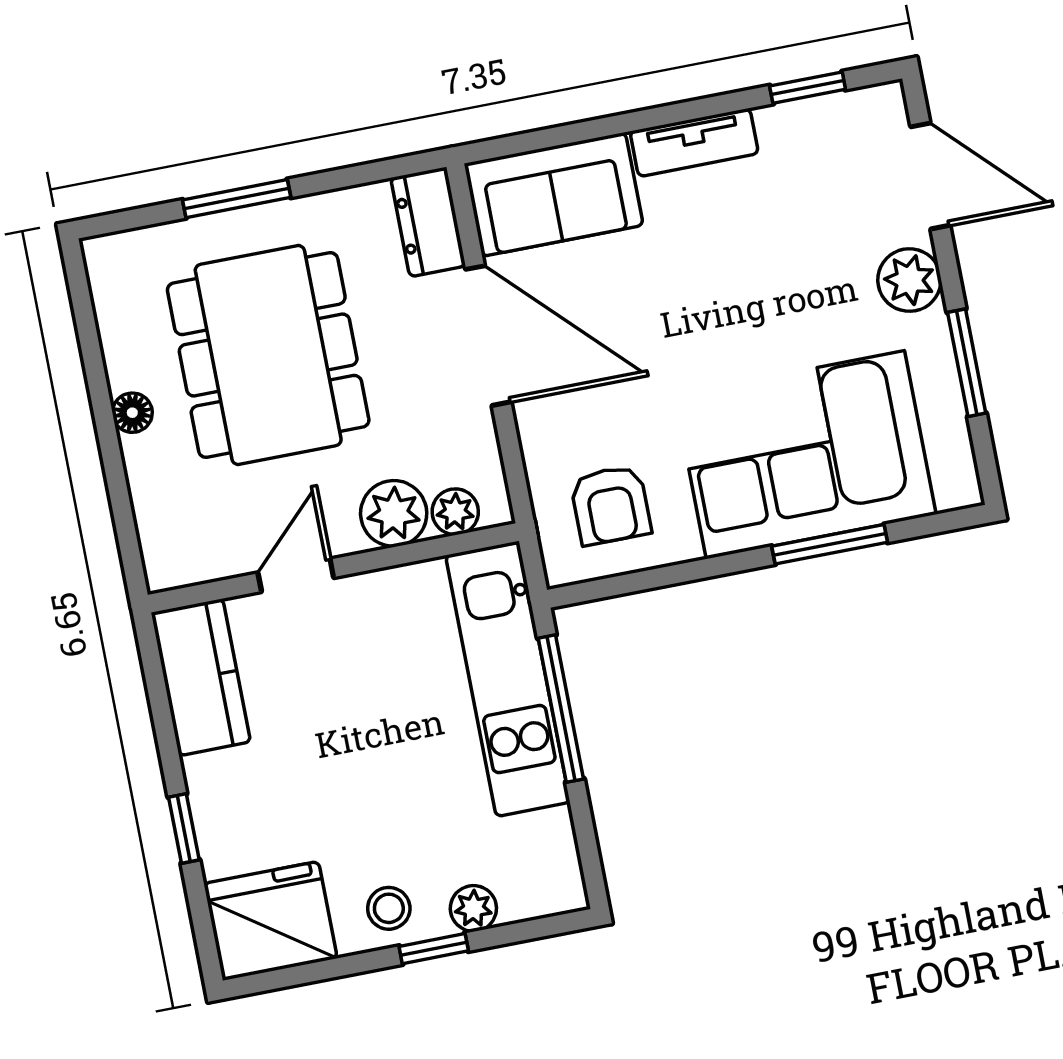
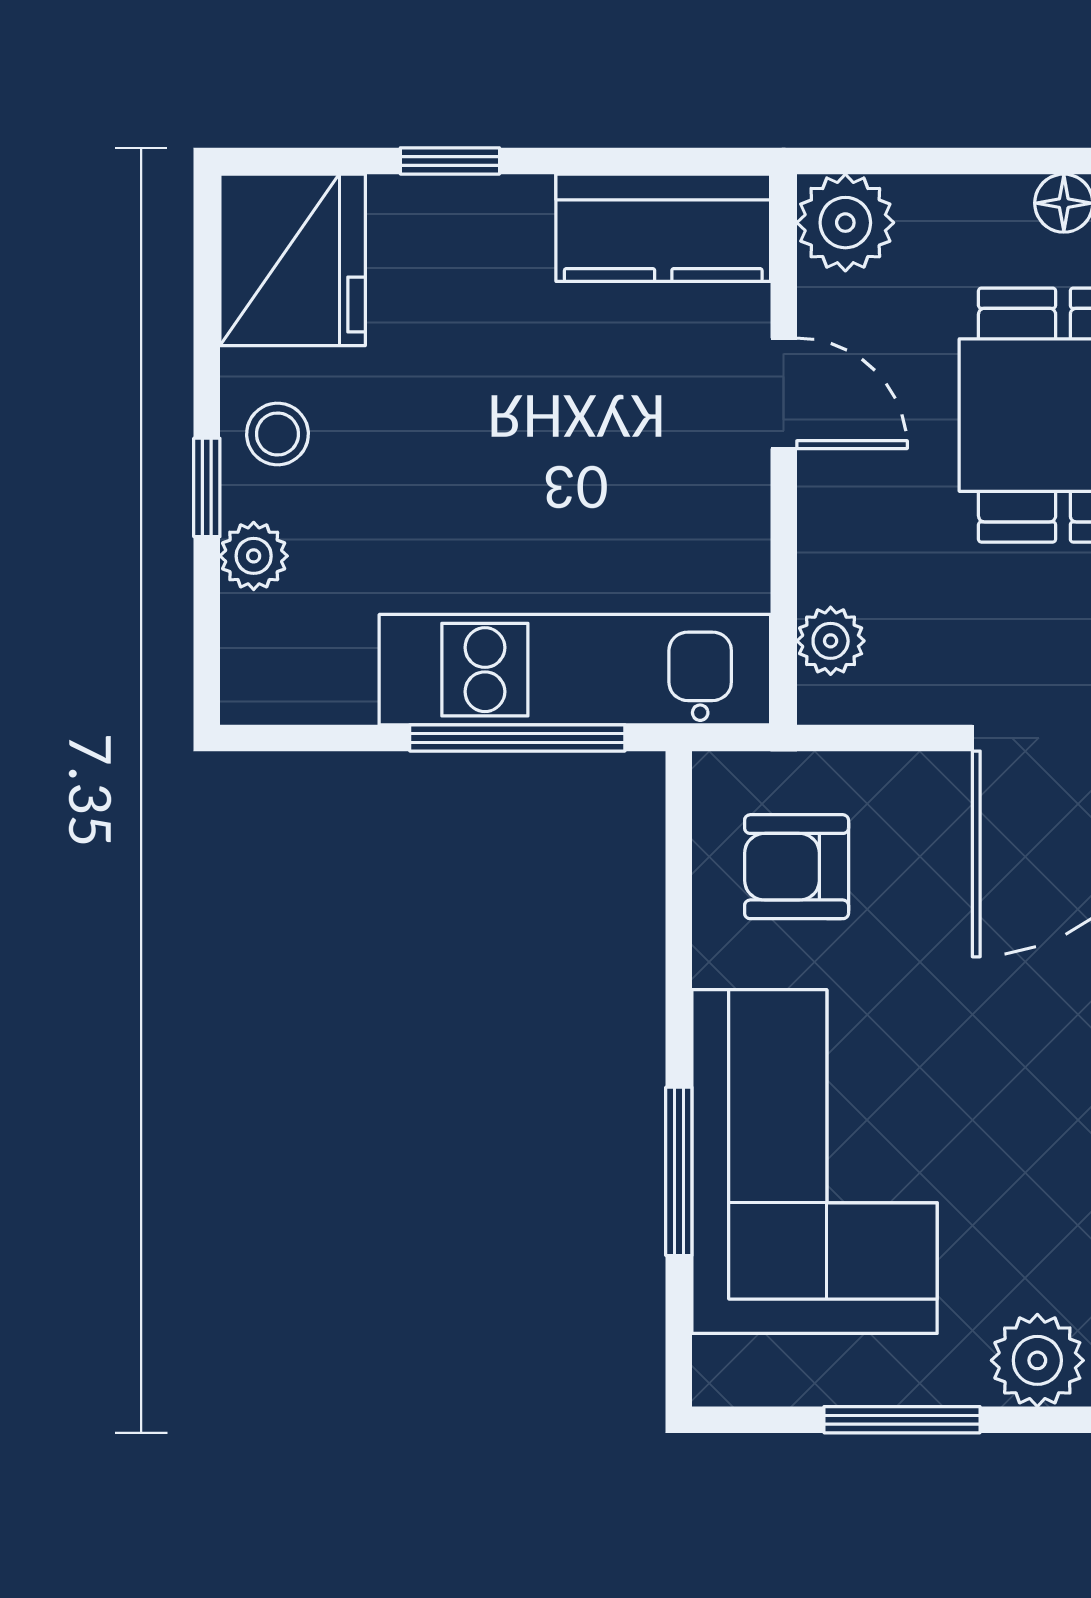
plant: (394, 513) -> (845, 223), moved

